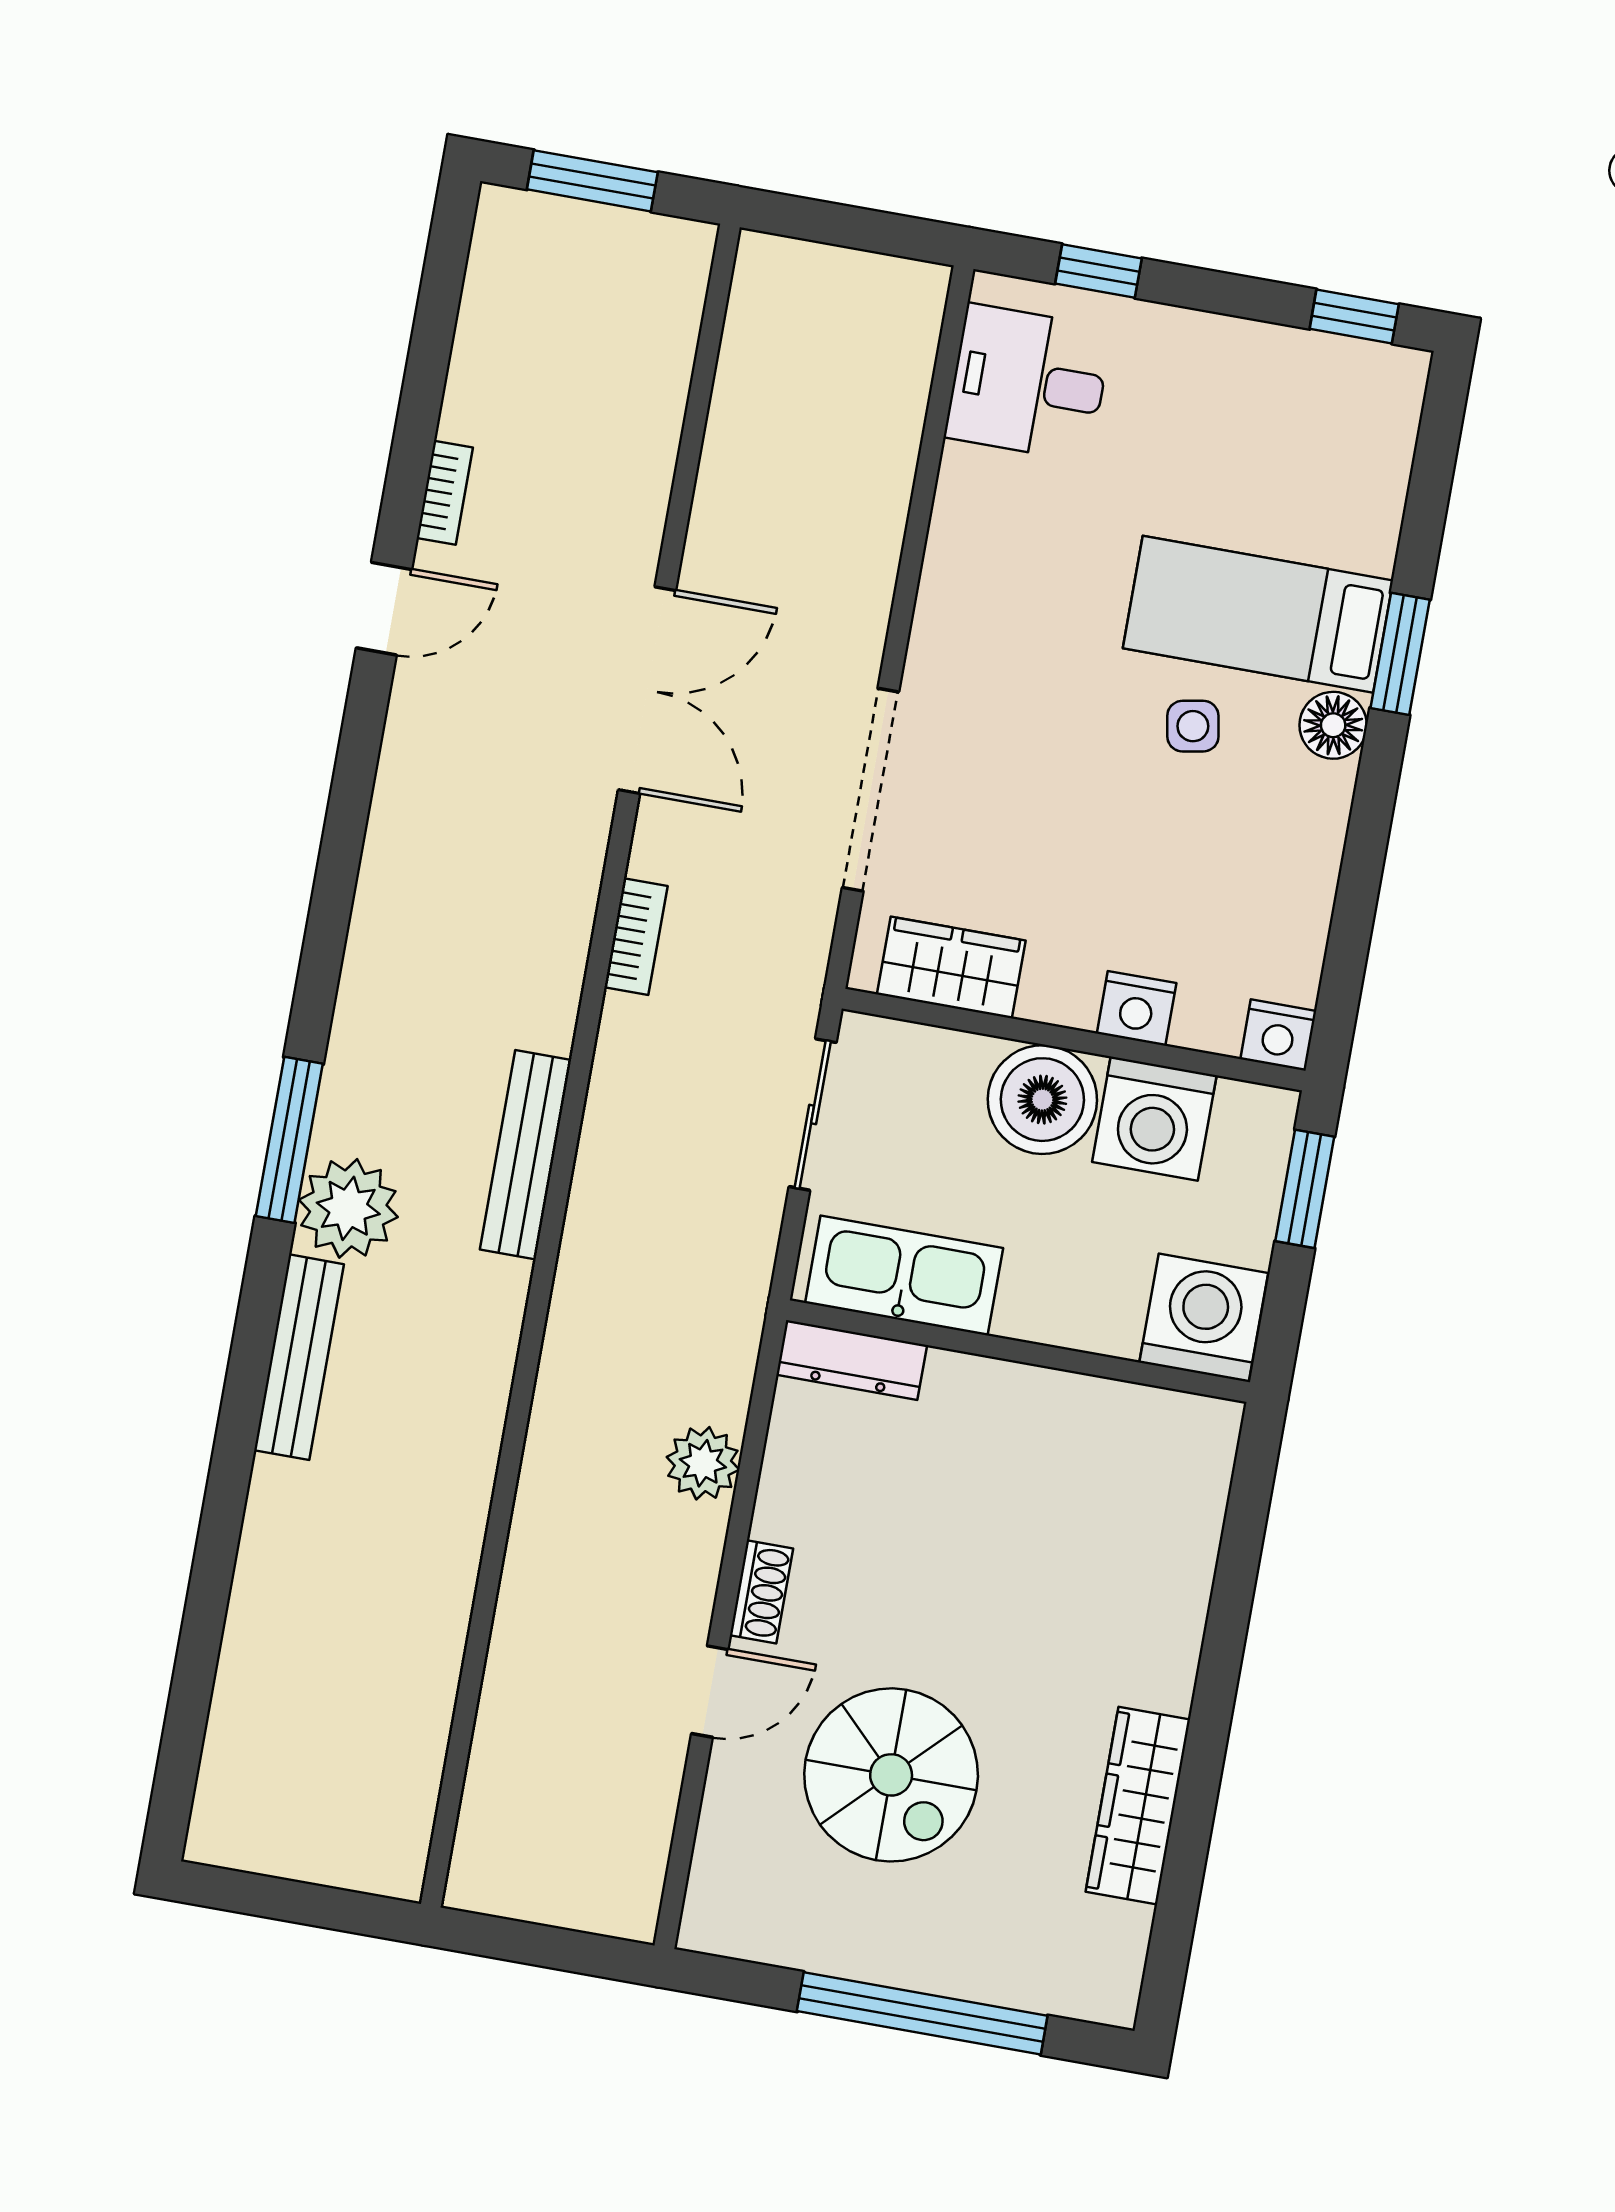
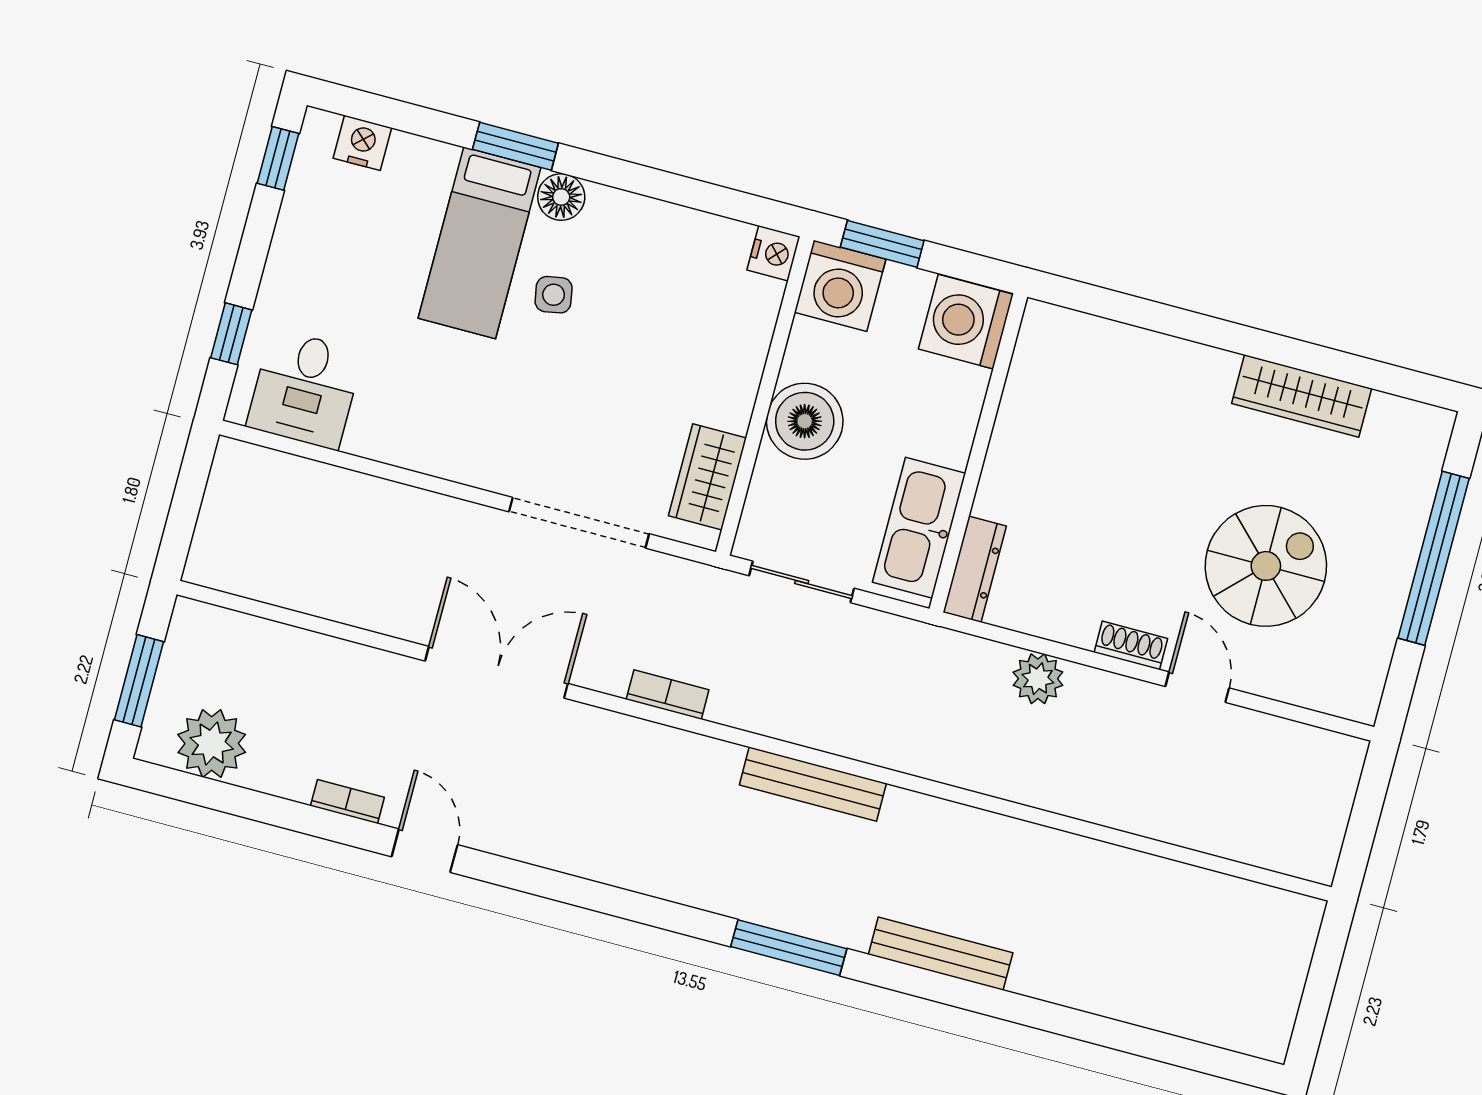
nightstand: (1137, 1008) -> (362, 143), moved, turned -90
washing machine: (1154, 1119) -> (840, 286), moved, turned 90
plant: (348, 1208) -> (212, 743), moved

